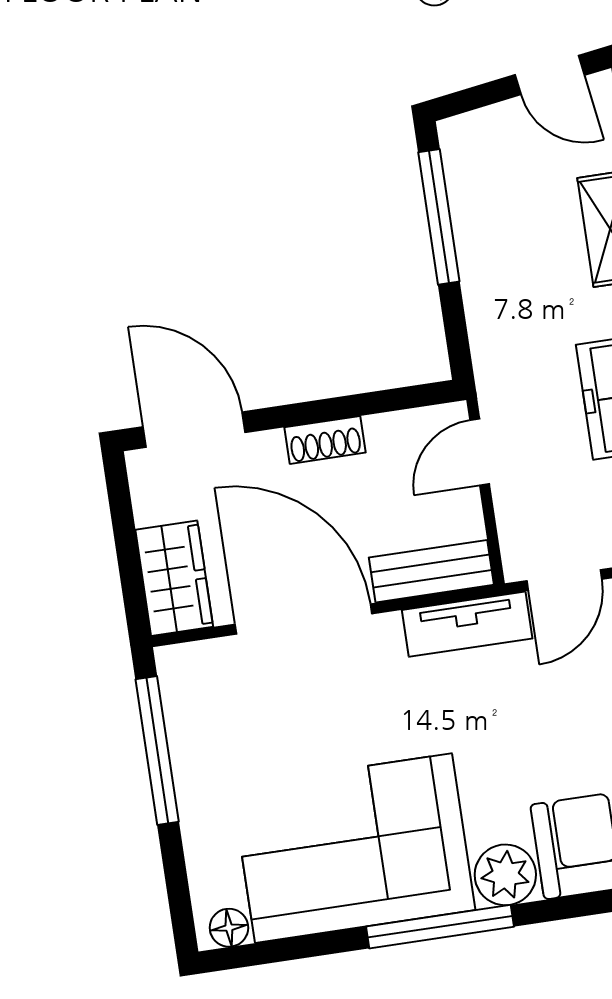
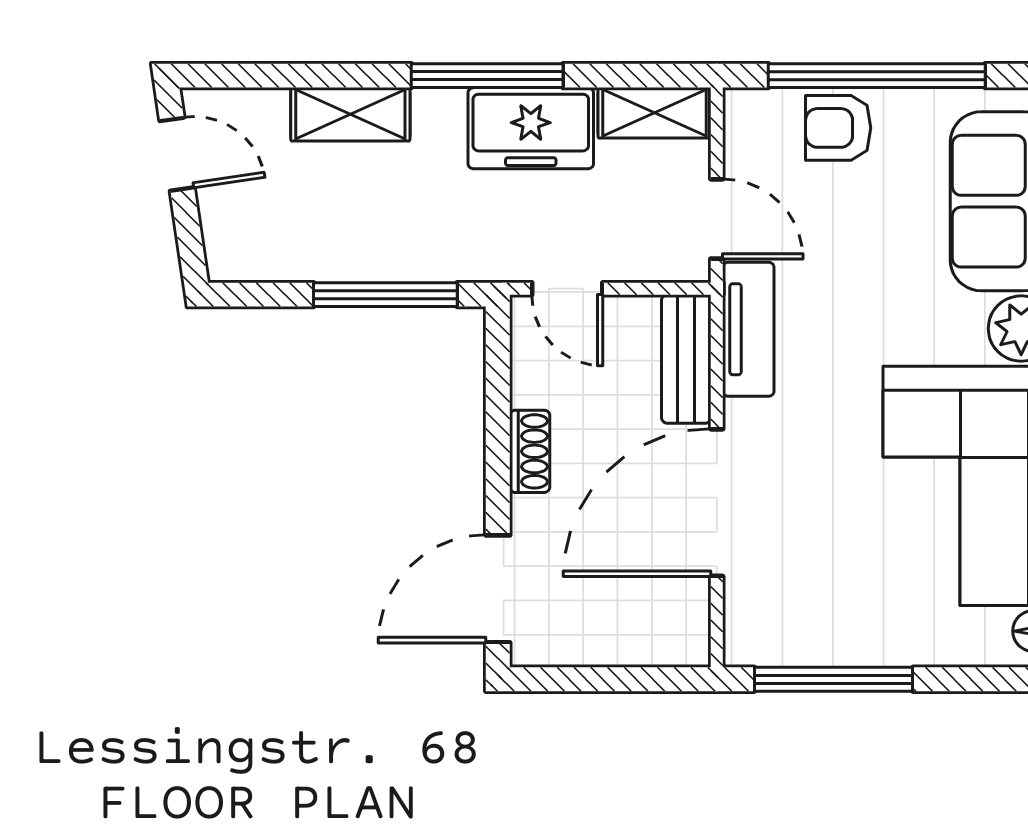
door: (550, 75) -> (177, 154), hinge flipped
window: (439, 217) -> (385, 295), moved
wardrobe: (174, 578) -> (653, 634), removed

